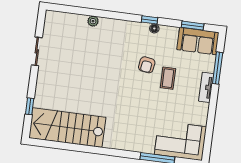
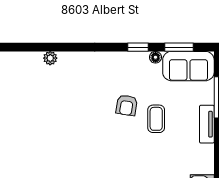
window: (149, 20) -> (138, 47), moved
floor lamp: (154, 28) -> (155, 57), moved

